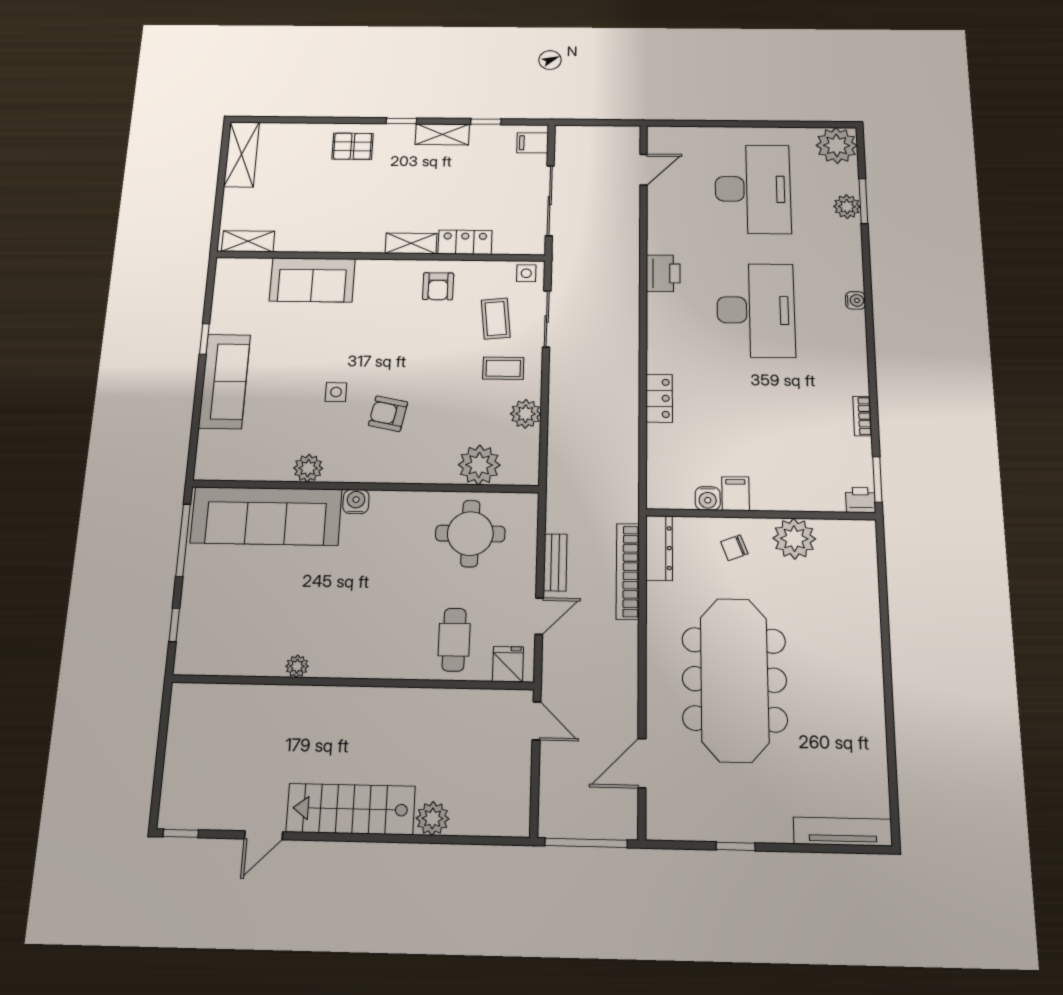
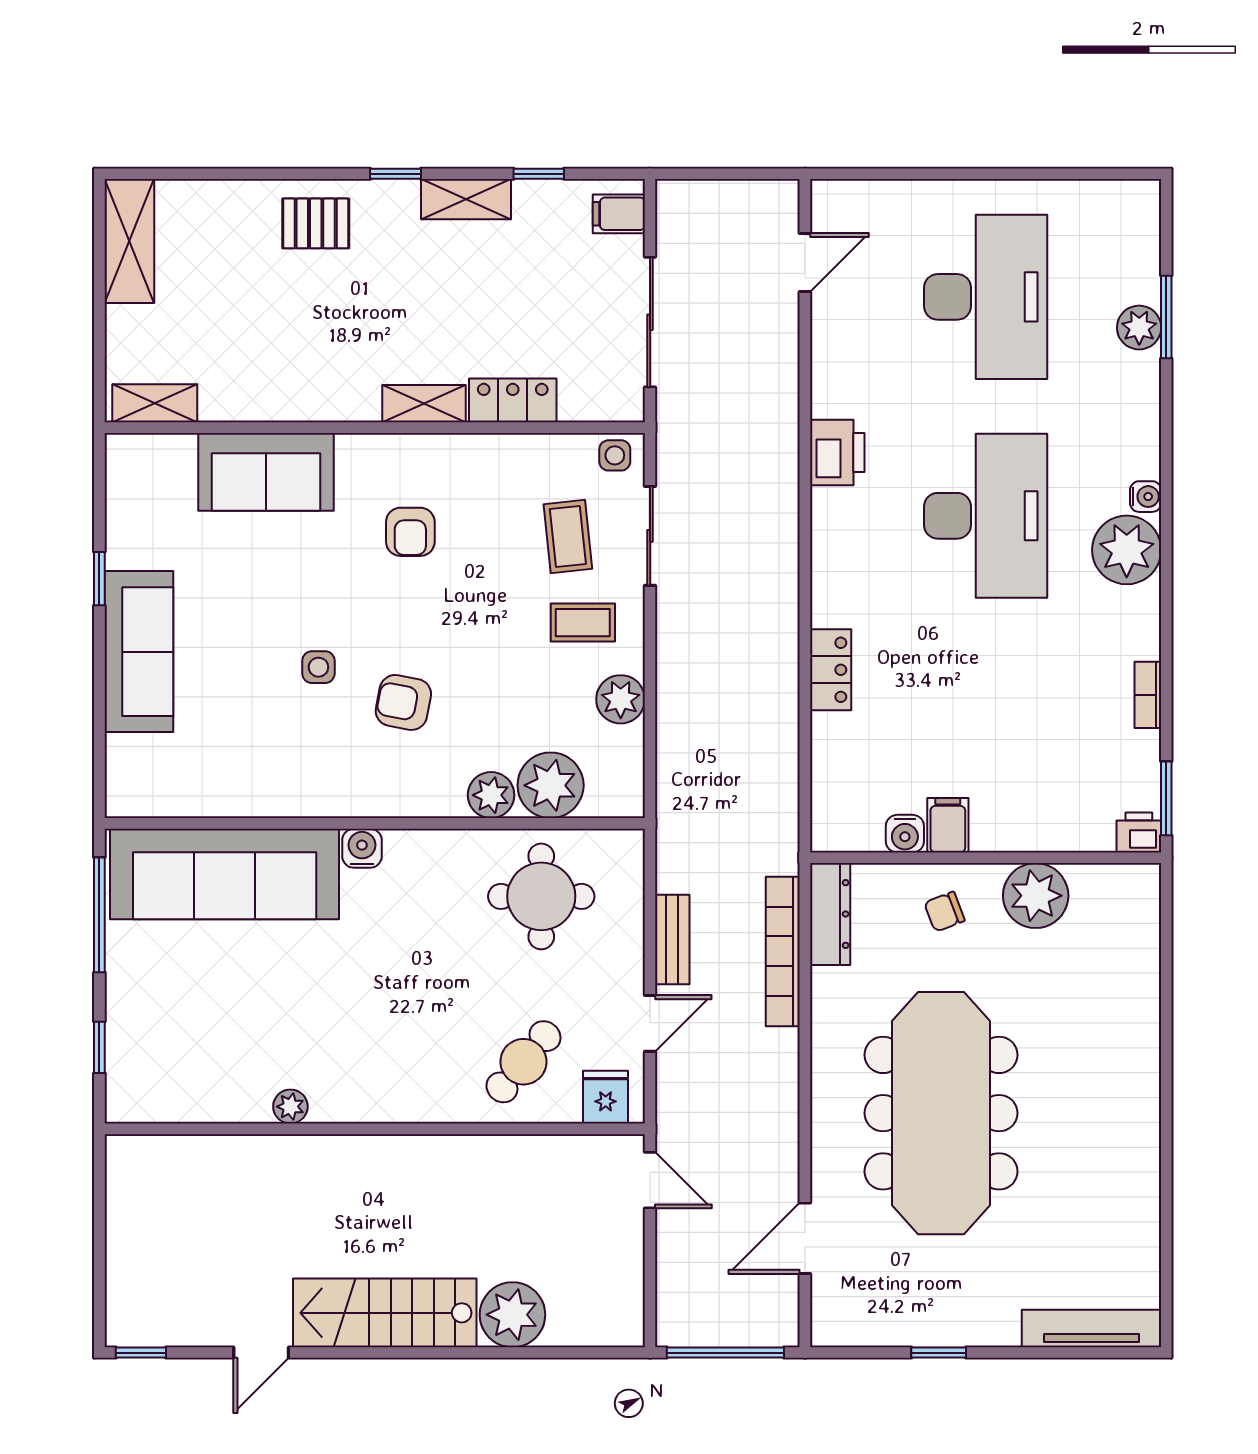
plant: (837, 145) -> (1127, 550), moved
armchair: (438, 286) -> (410, 532), moved
plant: (308, 468) -> (491, 795), moved
cafe table: (454, 640) -> (523, 1062), turned 40
plant: (433, 818) -> (512, 1315), width x1.36, depth x1.36

